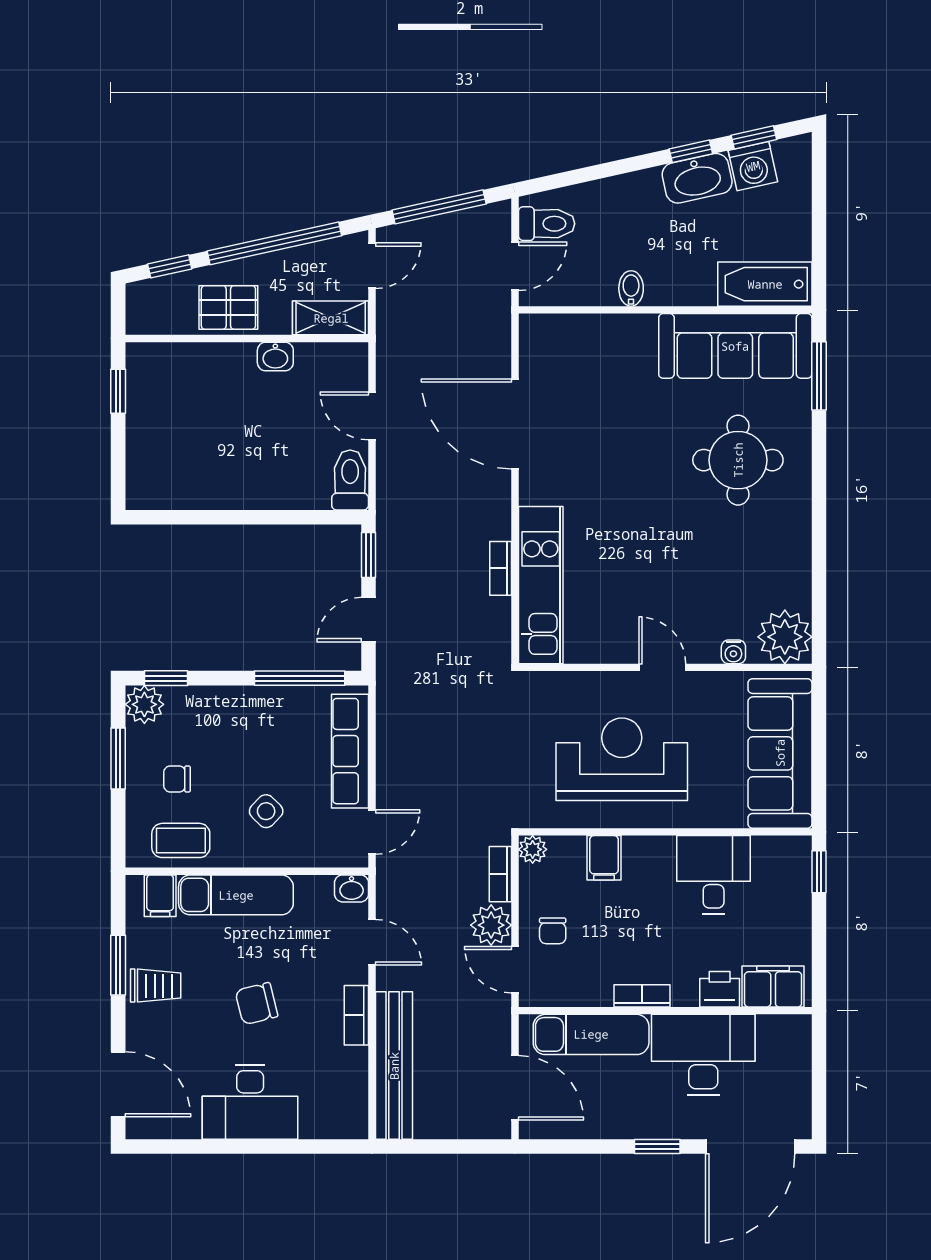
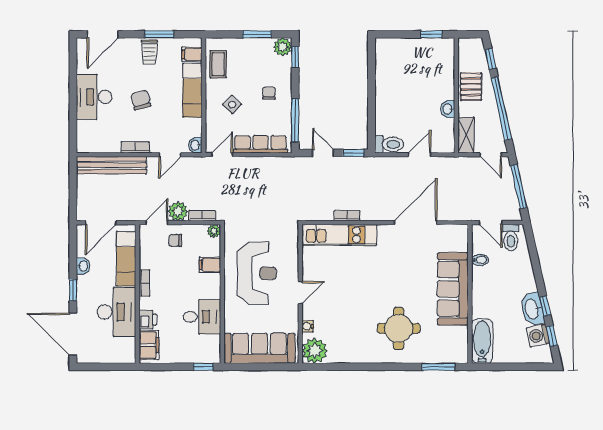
bidet: (631, 288) -> (480, 260), moved
sofa: (735, 346) -> (453, 289), moved
chair: (177, 779) -> (269, 93), moved
door: (372, 832) -> (222, 155), swing flipped
washbasin: (607, 1125) -> (83, 266), added

